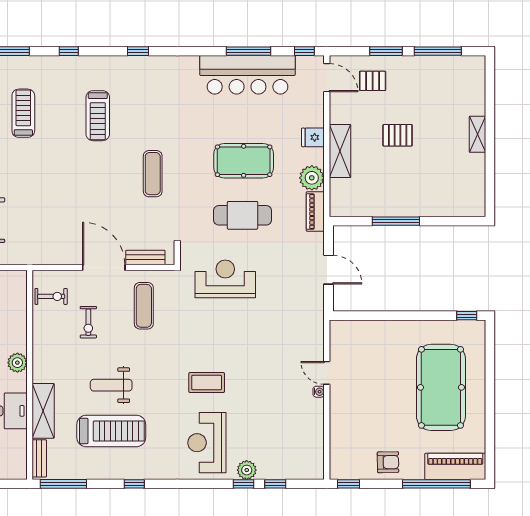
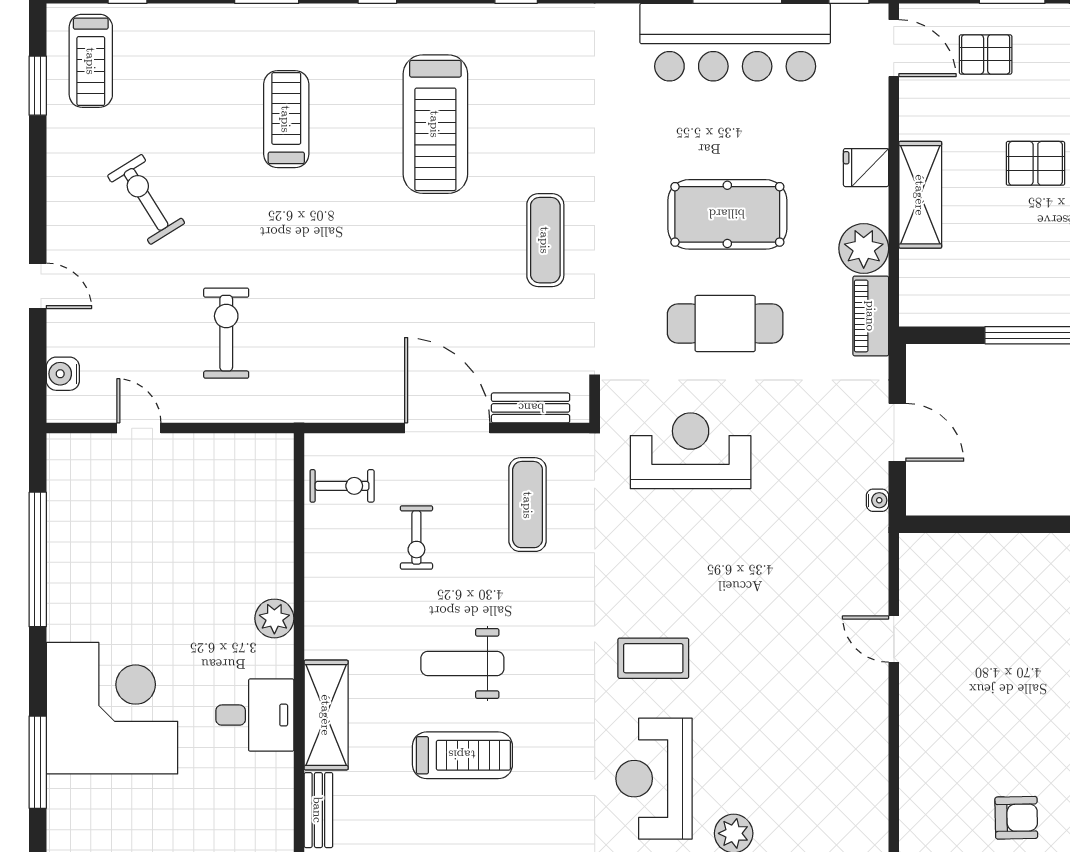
treadmill: (98, 116) -> (435, 124), width x1.37, depth x1.38
water cooler: (319, 392) -> (878, 500), moved
treadmill: (111, 431) -> (462, 755), width x0.73, depth x0.73

